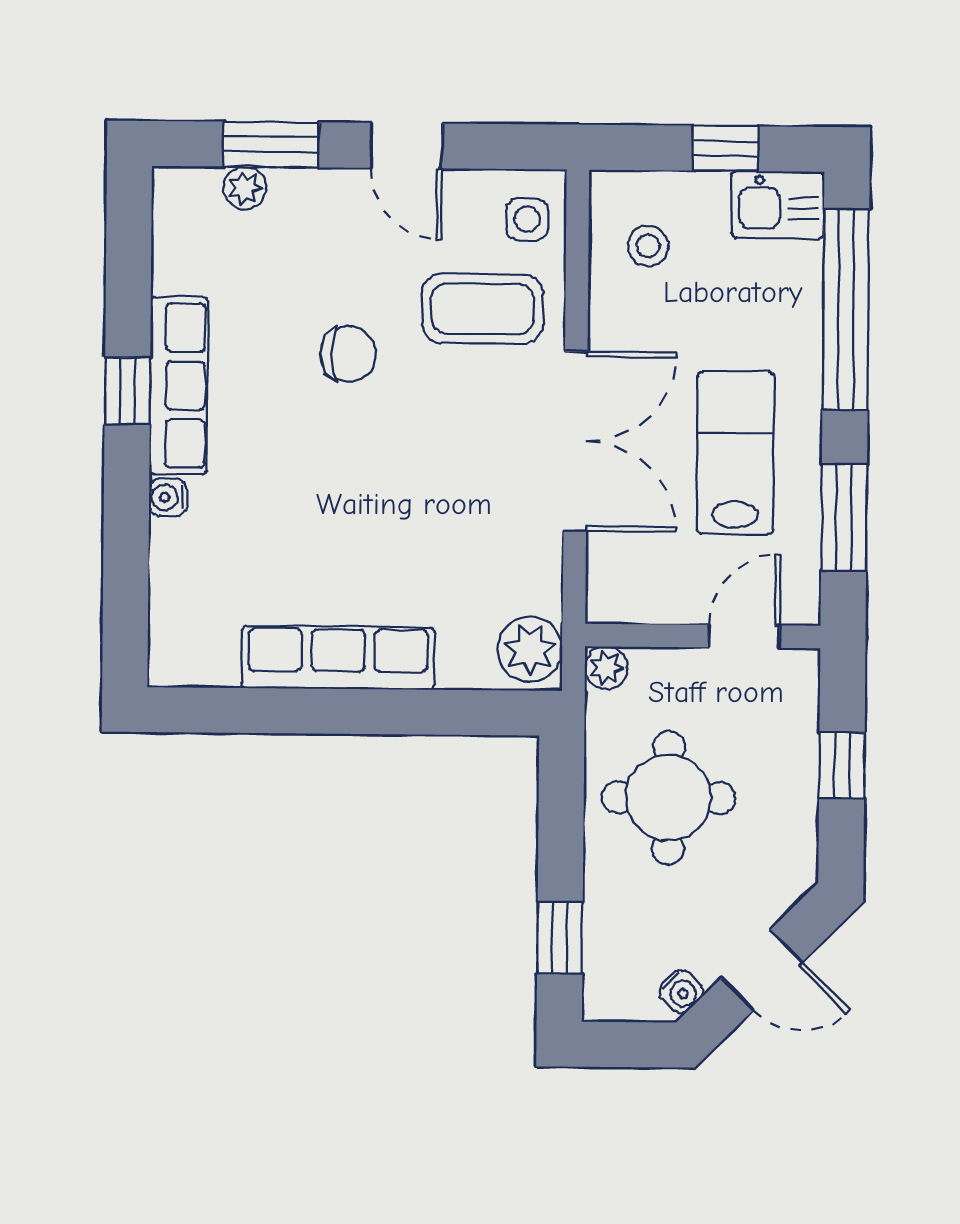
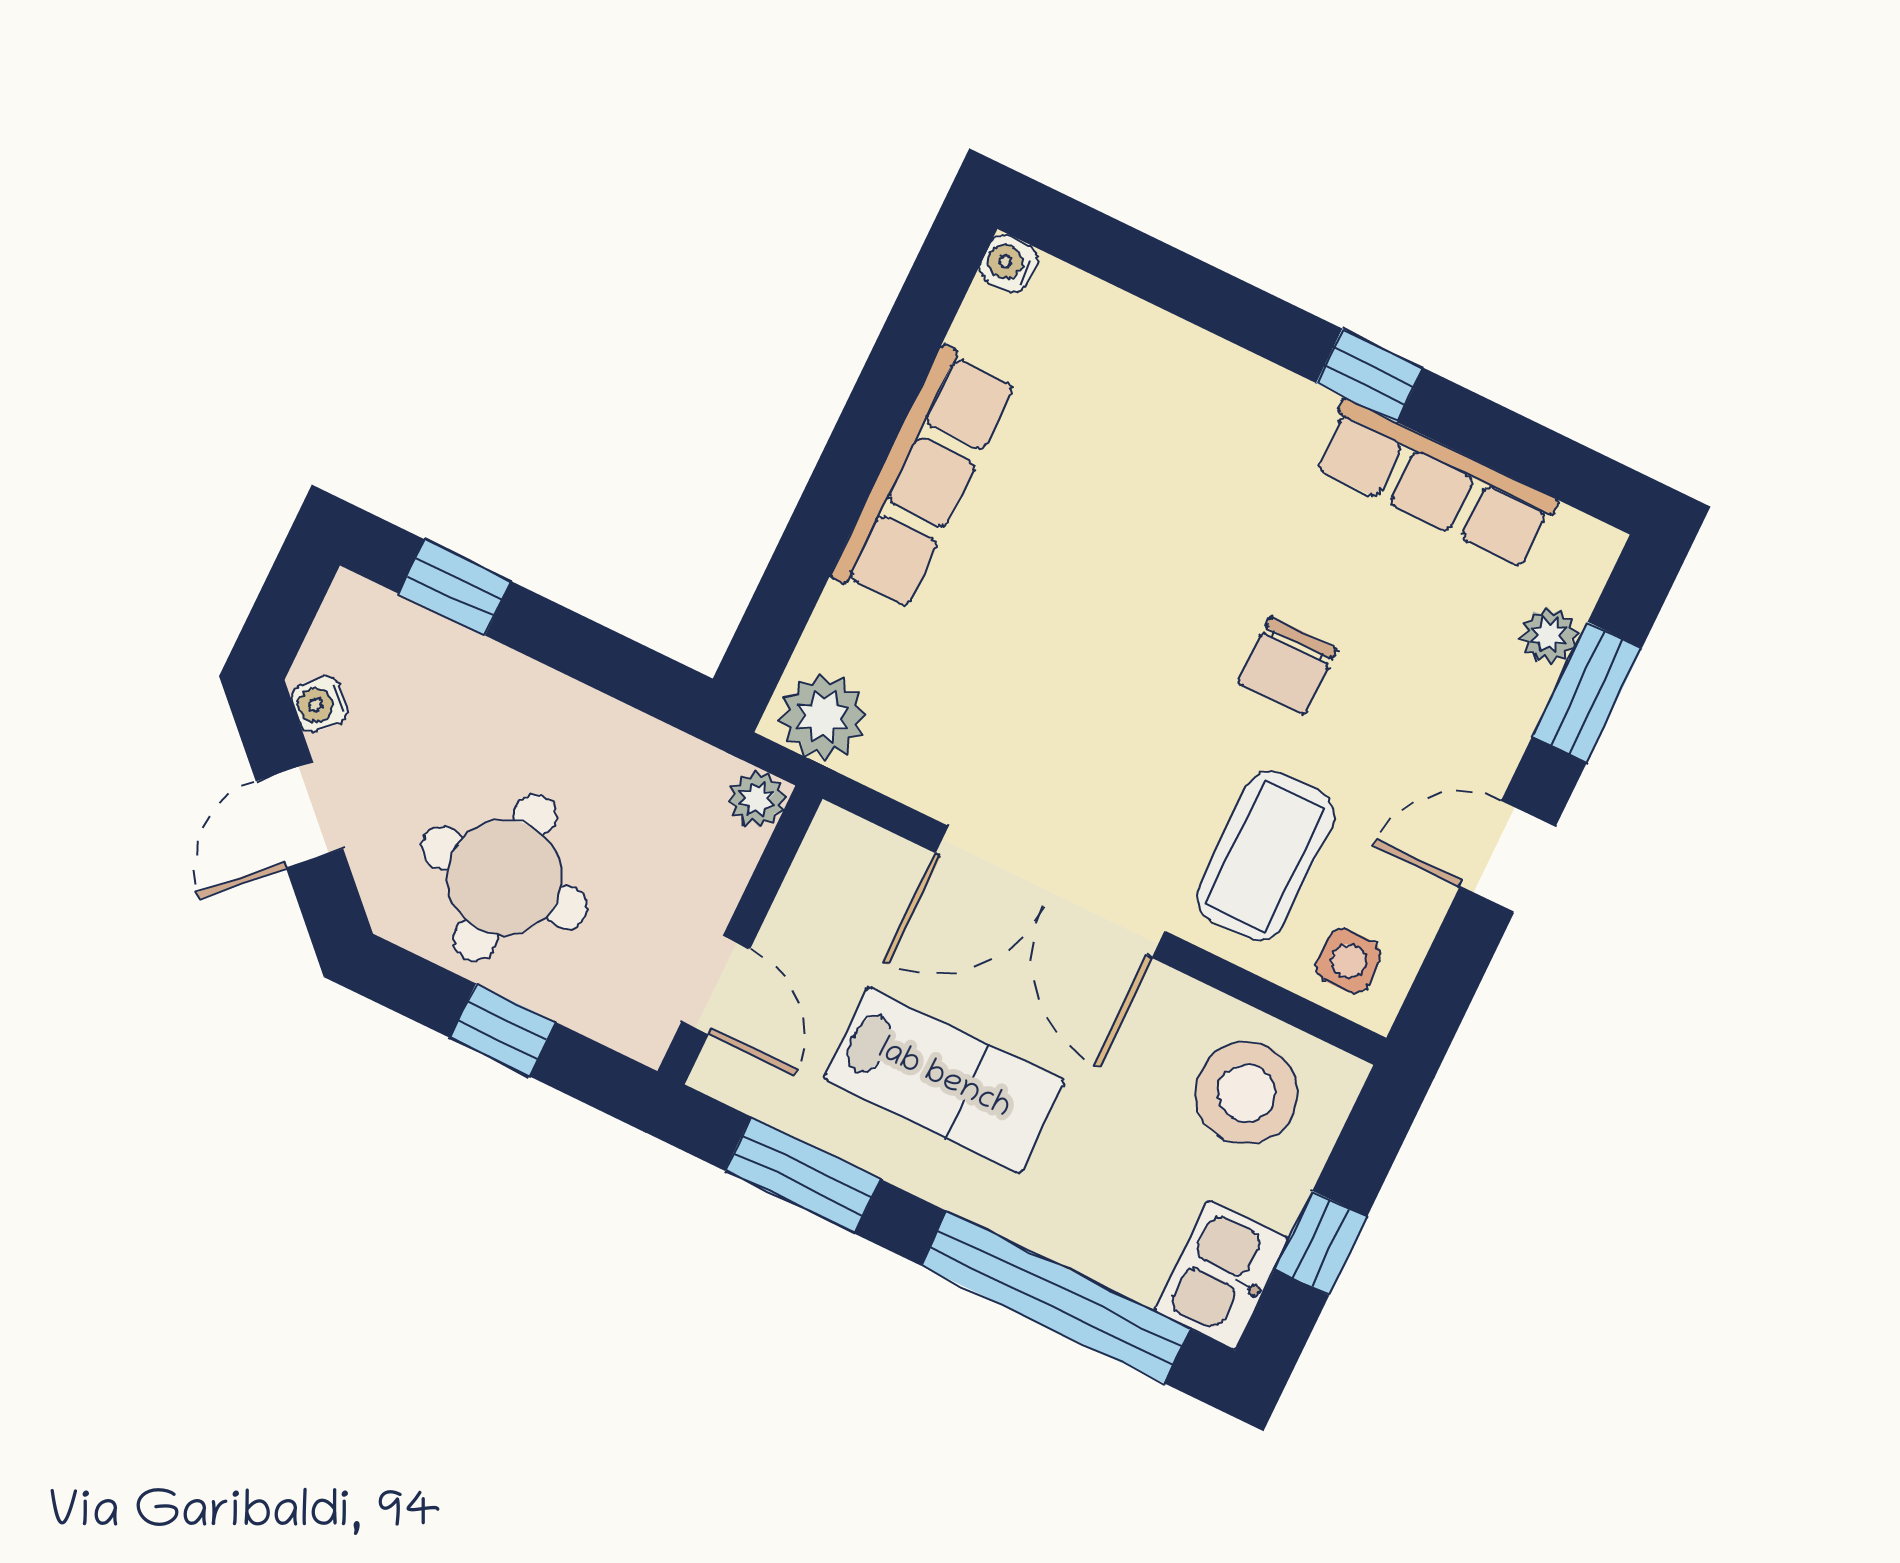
stool: (648, 246) -> (1247, 1093), width x1.89, depth x1.89
row of seats: (179, 385) -> (1435, 484), moved
water cooler: (168, 497) -> (1009, 263), moved, turned -90
round table: (668, 798) -> (505, 878), moved

